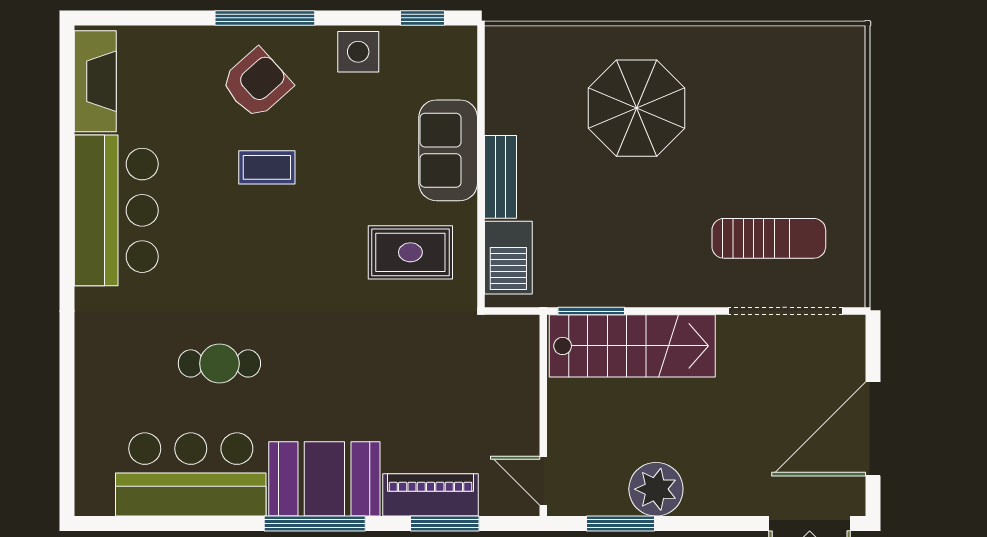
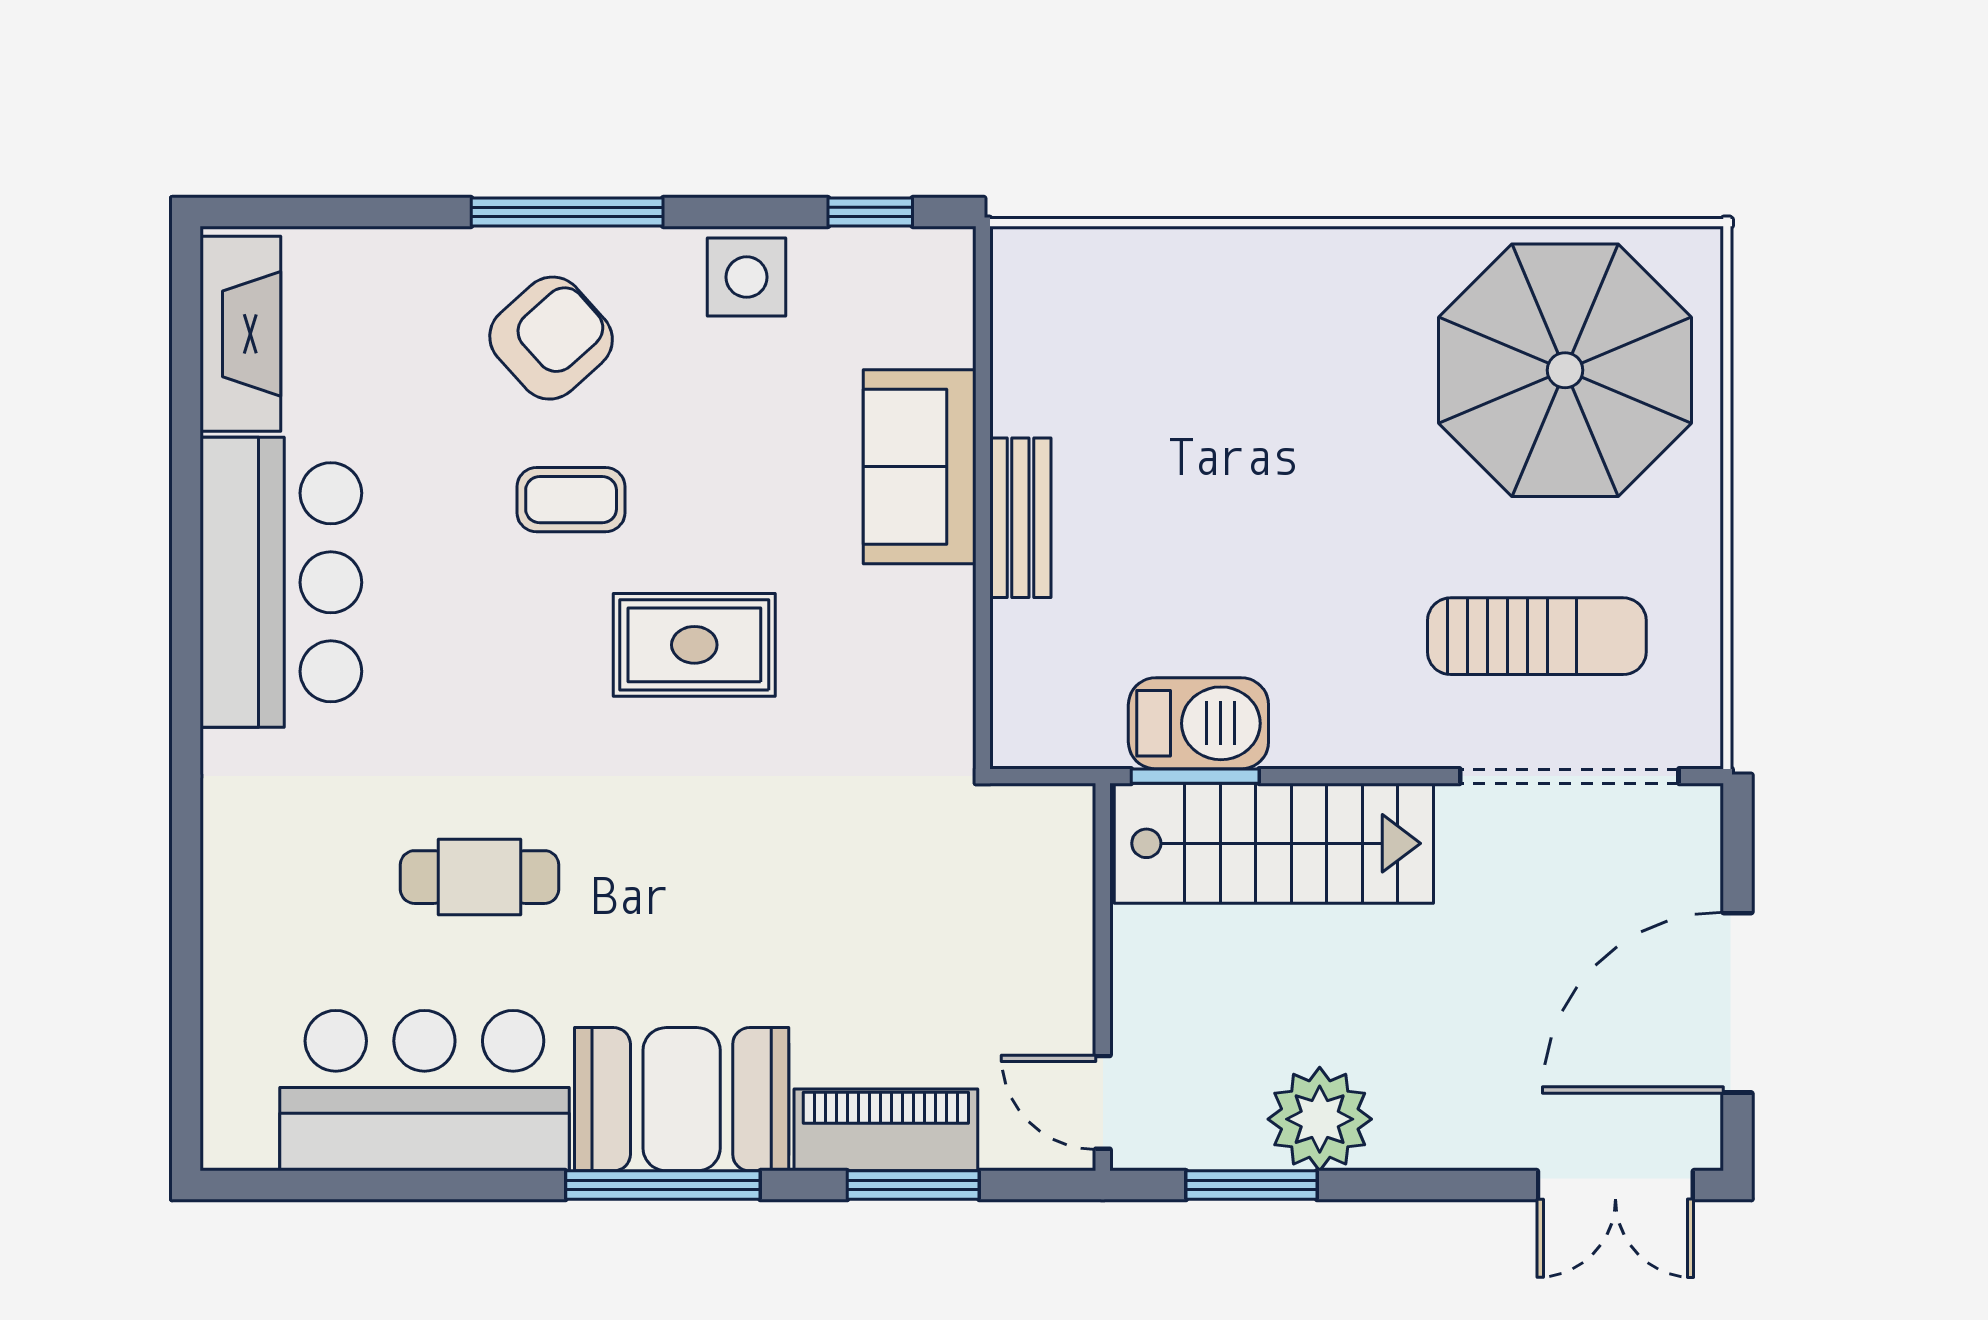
parasol: (637, 108) -> (1565, 370), moved, width x1.36, depth x1.36
rug: (410, 252) -> (694, 645), moved
barbecue: (508, 258) -> (1198, 723), moved, turned -90

